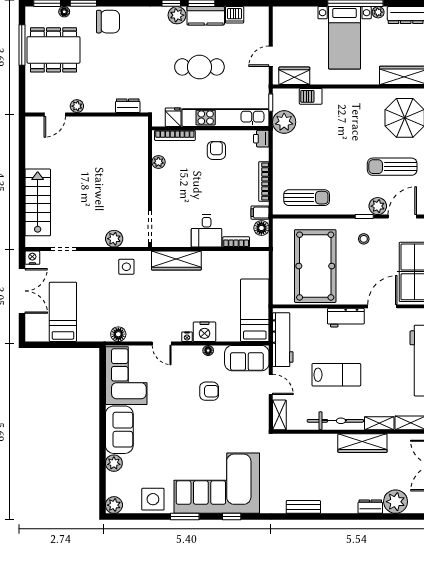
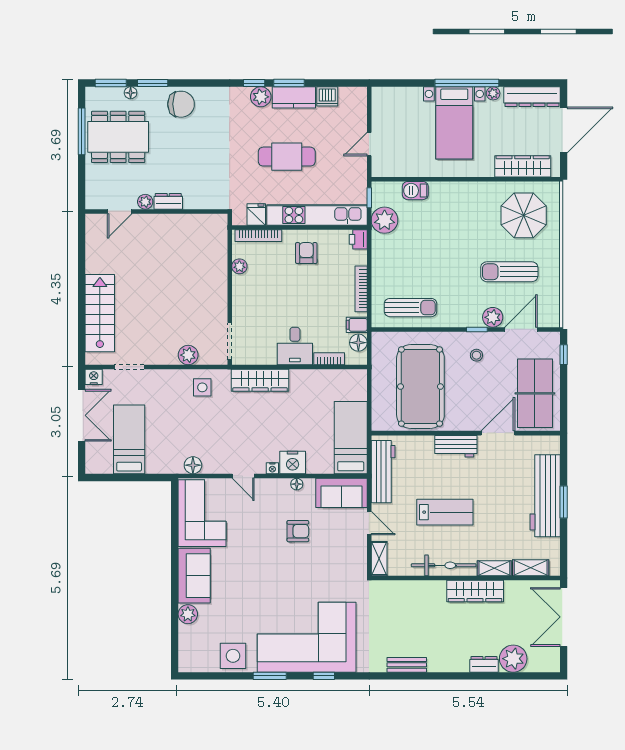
wardrobe: (294, 76) -> (396, 167), removed
dresser: (128, 106) -> (168, 201), moved
plant: (114, 505) -> (188, 663), removed

